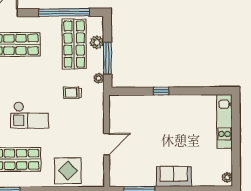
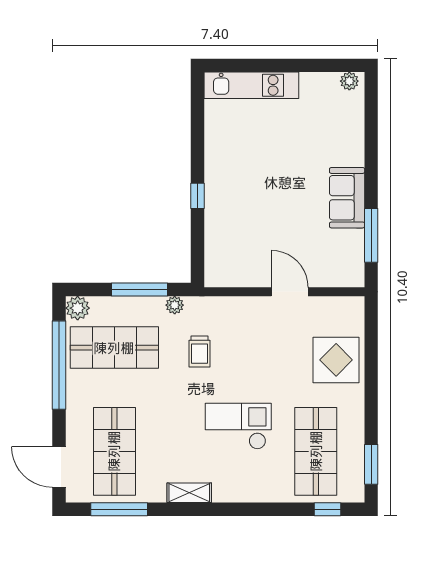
plant: (97, 42) -> (78, 308), moved
checkout: (30, 115) -> (238, 426), turned -90
sofa: (174, 176) -> (347, 198), moved

